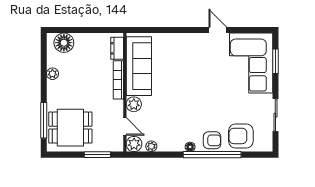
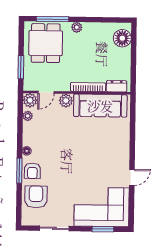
plant: (52, 74) -> (77, 27), moved
window: (212, 155) -> (19, 171), width x0.47

